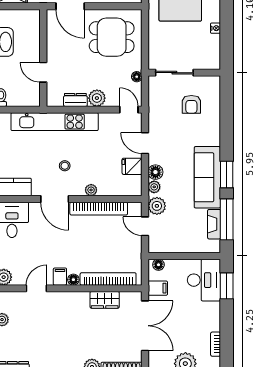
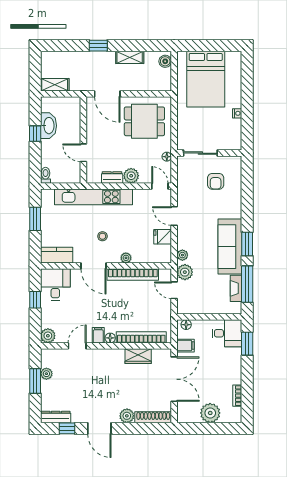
floor lamp: (155, 172) -> (184, 242), removed
desk: (204, 280) -> (227, 333), width x0.73

